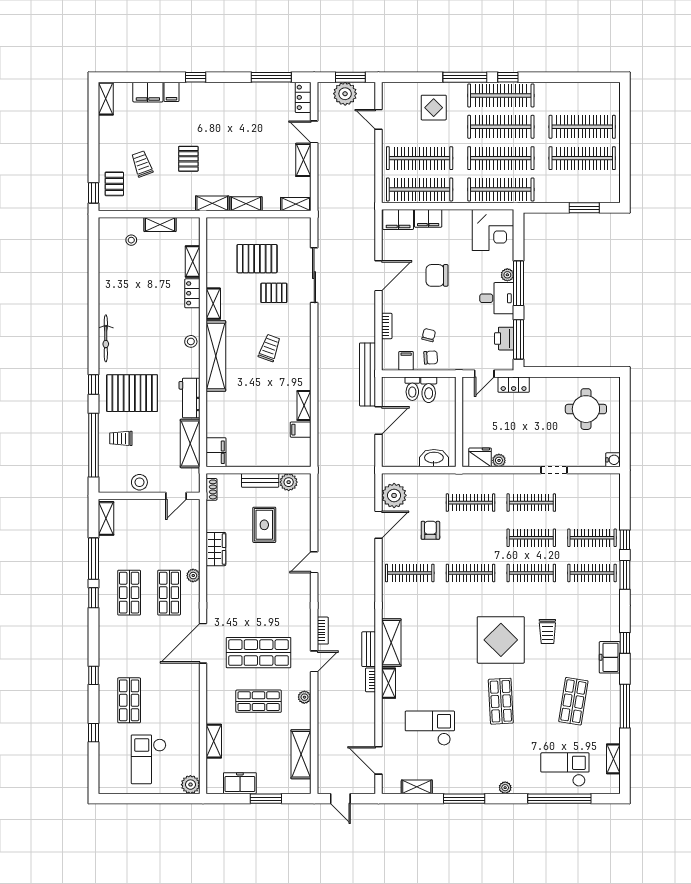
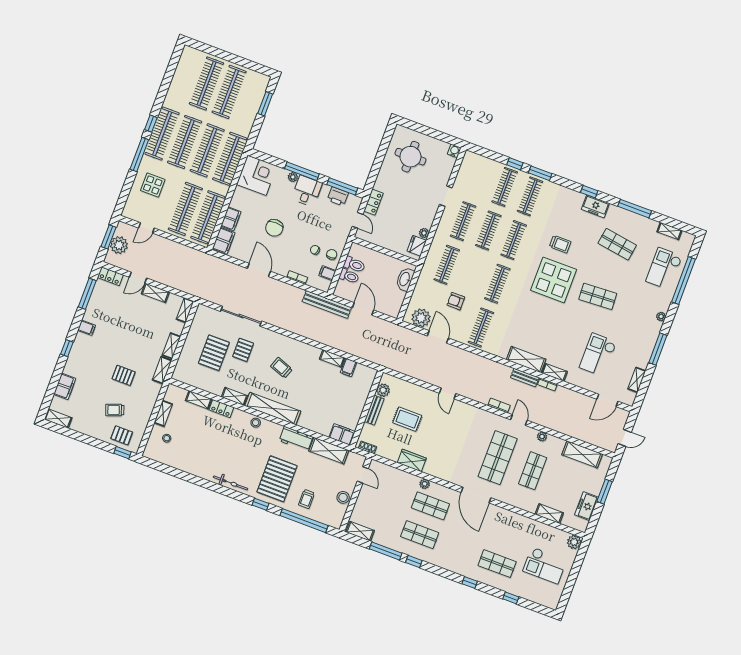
filing cabinet: (171, 92) -> (87, 328), moved

